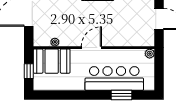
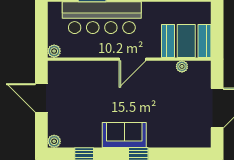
window: (29, 71) -> (217, 27), removed

